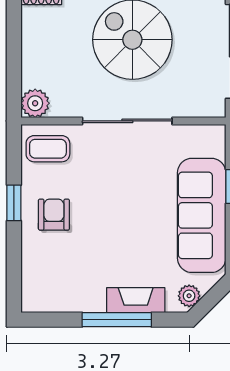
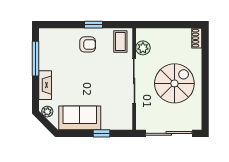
plant: (35, 103) -> (143, 48), moved
sofa: (202, 215) -> (80, 118), width x0.73
window: (117, 320) -> (35, 59), moved

